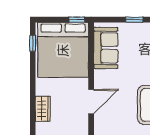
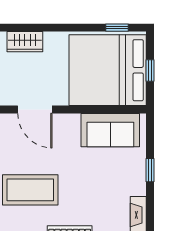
window: (77, 20) -> (150, 70), moved

